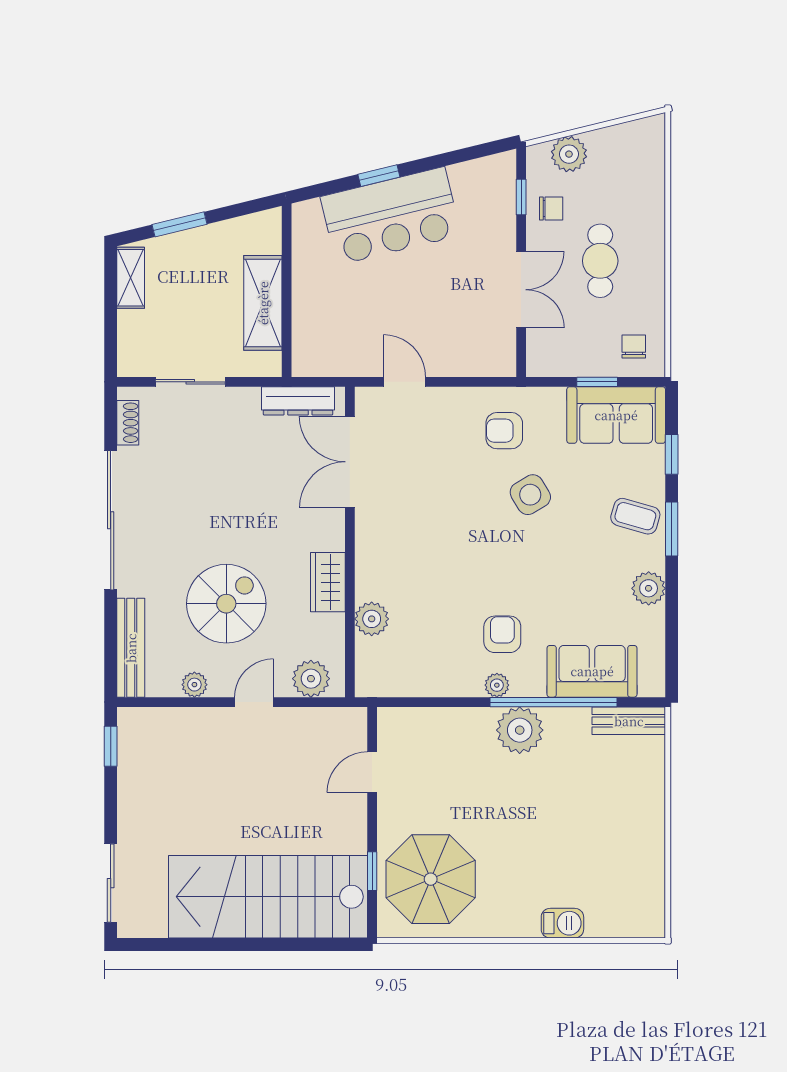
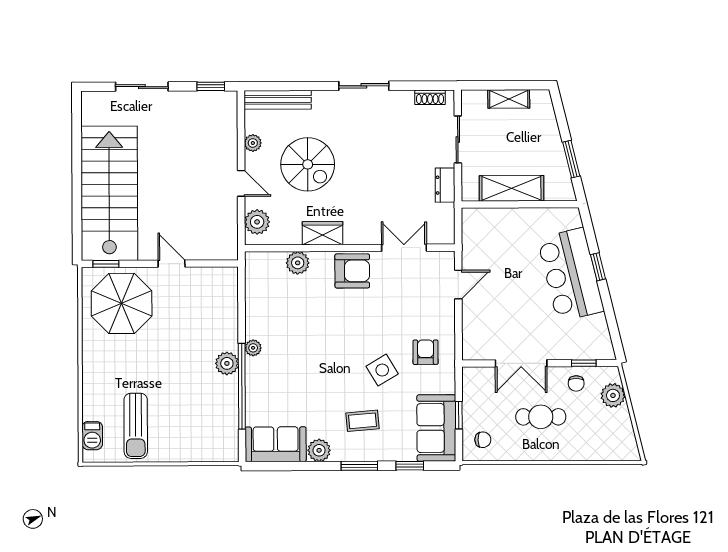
window: (180, 224) -> (571, 159), moved
shelving: (131, 278) -> (509, 99), moved
dresser: (298, 401) -> (445, 185), moved, width x0.70
double door: (350, 462) -> (404, 248), width x0.73
coffee table: (635, 516) -> (362, 421), moved, turned 69
sliding door: (111, 520) -> (364, 86), width x0.54
armchair: (502, 634) -> (352, 271), moved, width x1.38, depth x1.38
sofa: (592, 671) -> (276, 444), moved, turned -90
bench: (629, 721) -> (229, 437), removed
plant: (520, 730) -> (227, 363), width x0.73, depth x0.73
door: (372, 772) -> (172, 264), moved
sun lounger: (611, 859) -> (136, 426), added
window: (372, 871) -> (106, 264), moved
sliding door: (111, 883) -> (142, 87), moved
barbecue: (562, 923) -> (92, 436), moved

